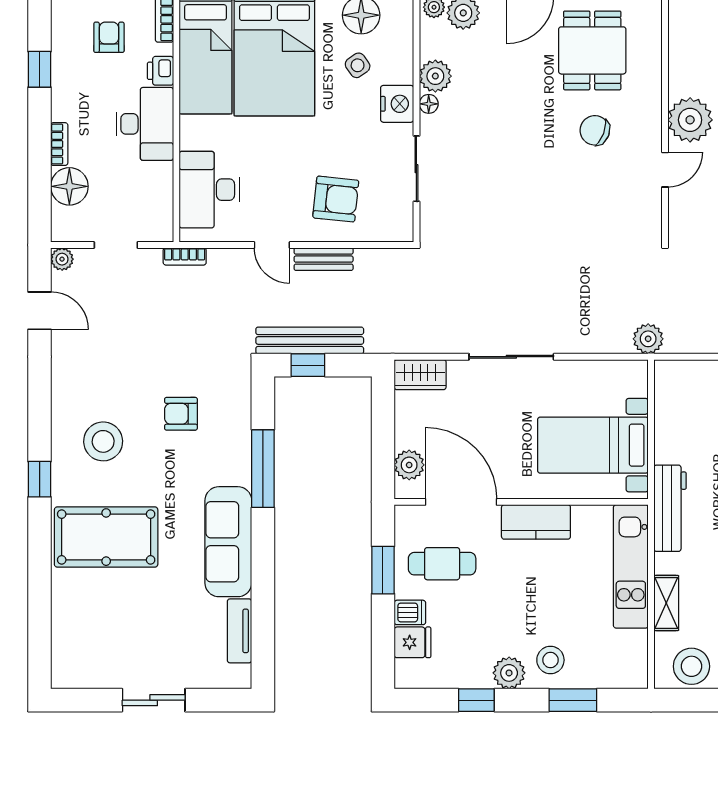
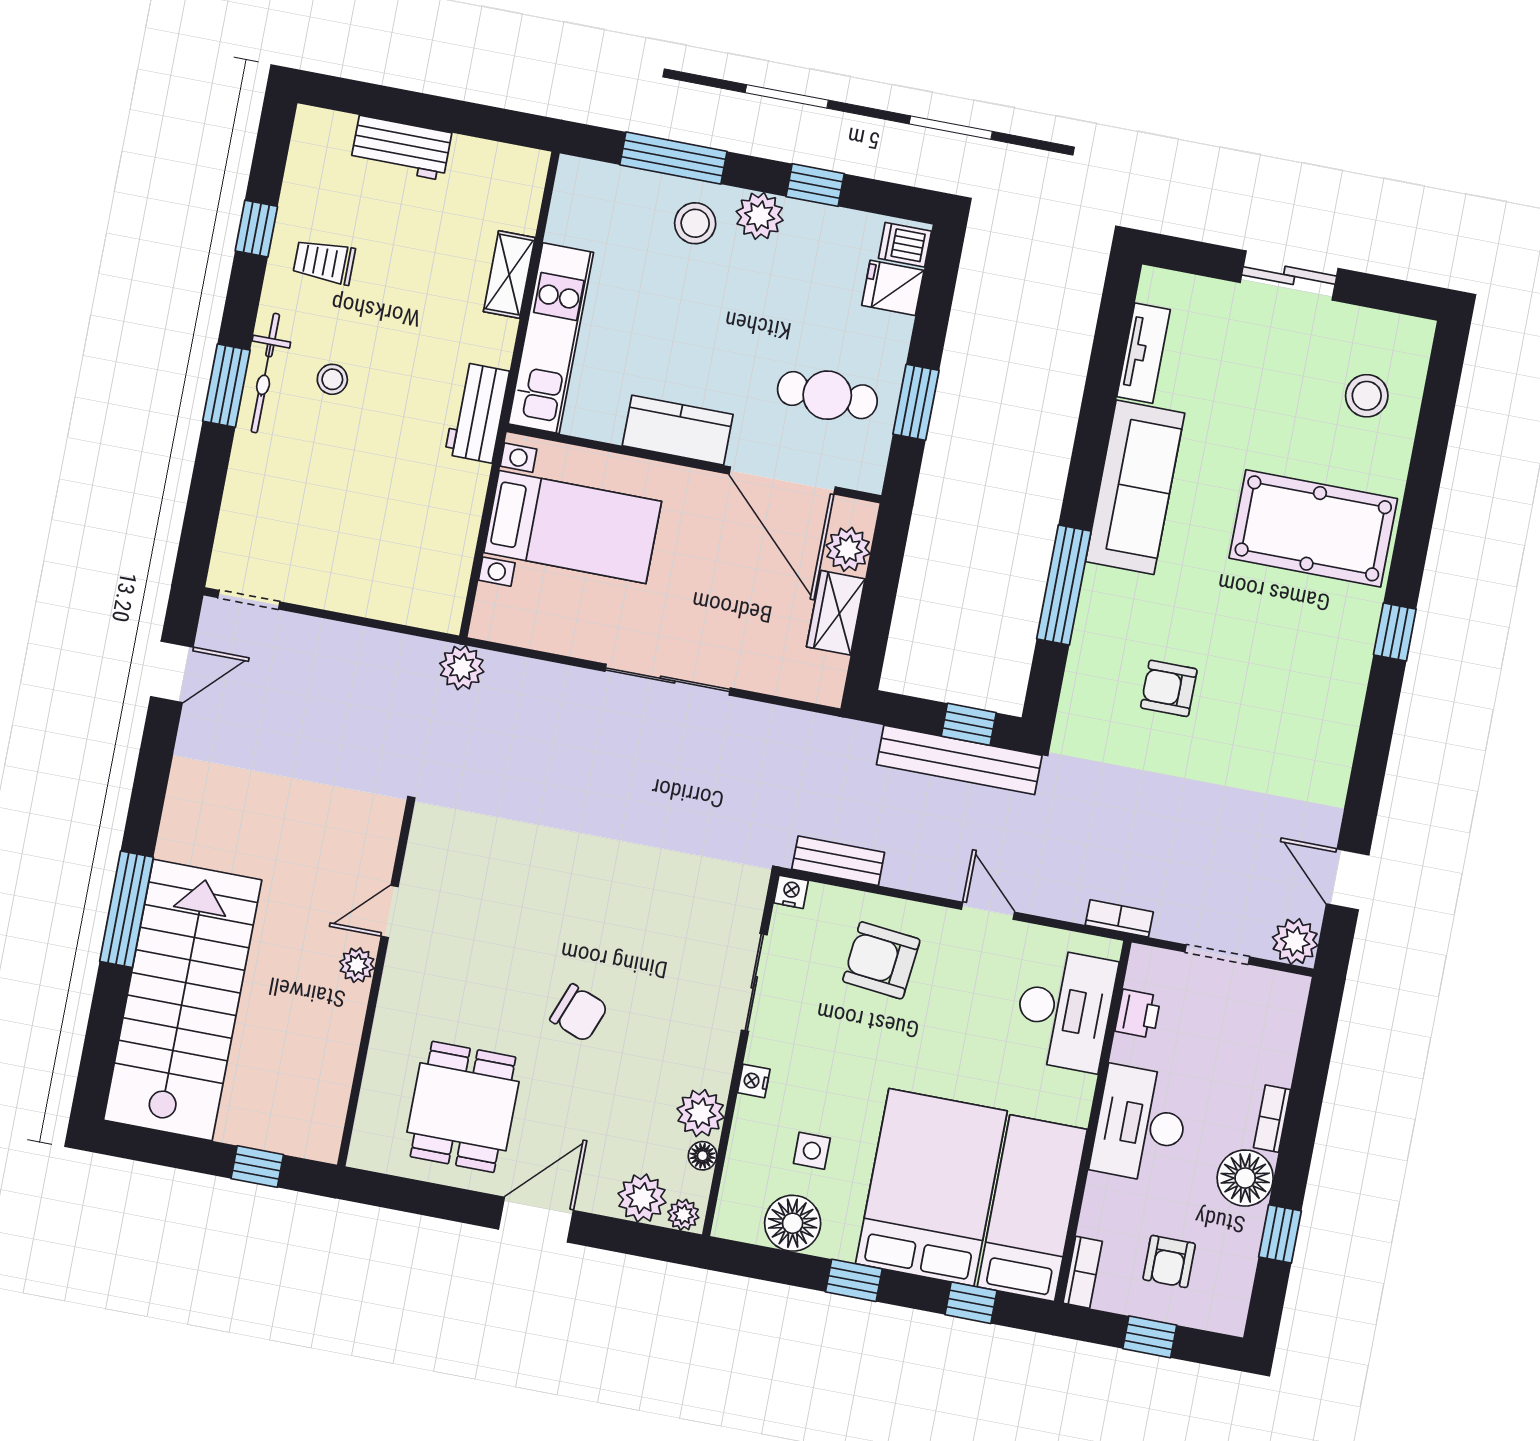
side table: (358, 65) -> (812, 1151), turned 35
printer: (160, 71) -> (1138, 1014), moved
nightstand: (397, 104) -> (754, 1081), width x0.53, depth x0.56
floor lamp: (429, 104) -> (703, 1156), moved
plant: (690, 120) -> (357, 965), width x0.53, depth x0.53
chair: (595, 130) -> (579, 1013), moved
floor lamp: (69, 186) -> (1245, 1178), moved
nightstand: (404, 233) -> (791, 892), added
plant: (62, 259) -> (1295, 941), width x1.38, depth x1.38
bench: (324, 259) -> (838, 861), moved
wardrobe: (420, 375) -> (836, 613), moved, turned -90
armchair: (181, 414) -> (1169, 688), turned 180
stool: (103, 441) -> (1367, 396), moved, width x0.73, depth x0.73
workbench: (670, 508) -> (477, 413), width x0.73
dishwasher: (410, 612) -> (905, 245), moved
stool: (691, 666) -> (490, 174), removed
window: (573, 700) -> (673, 158), width x1.44

